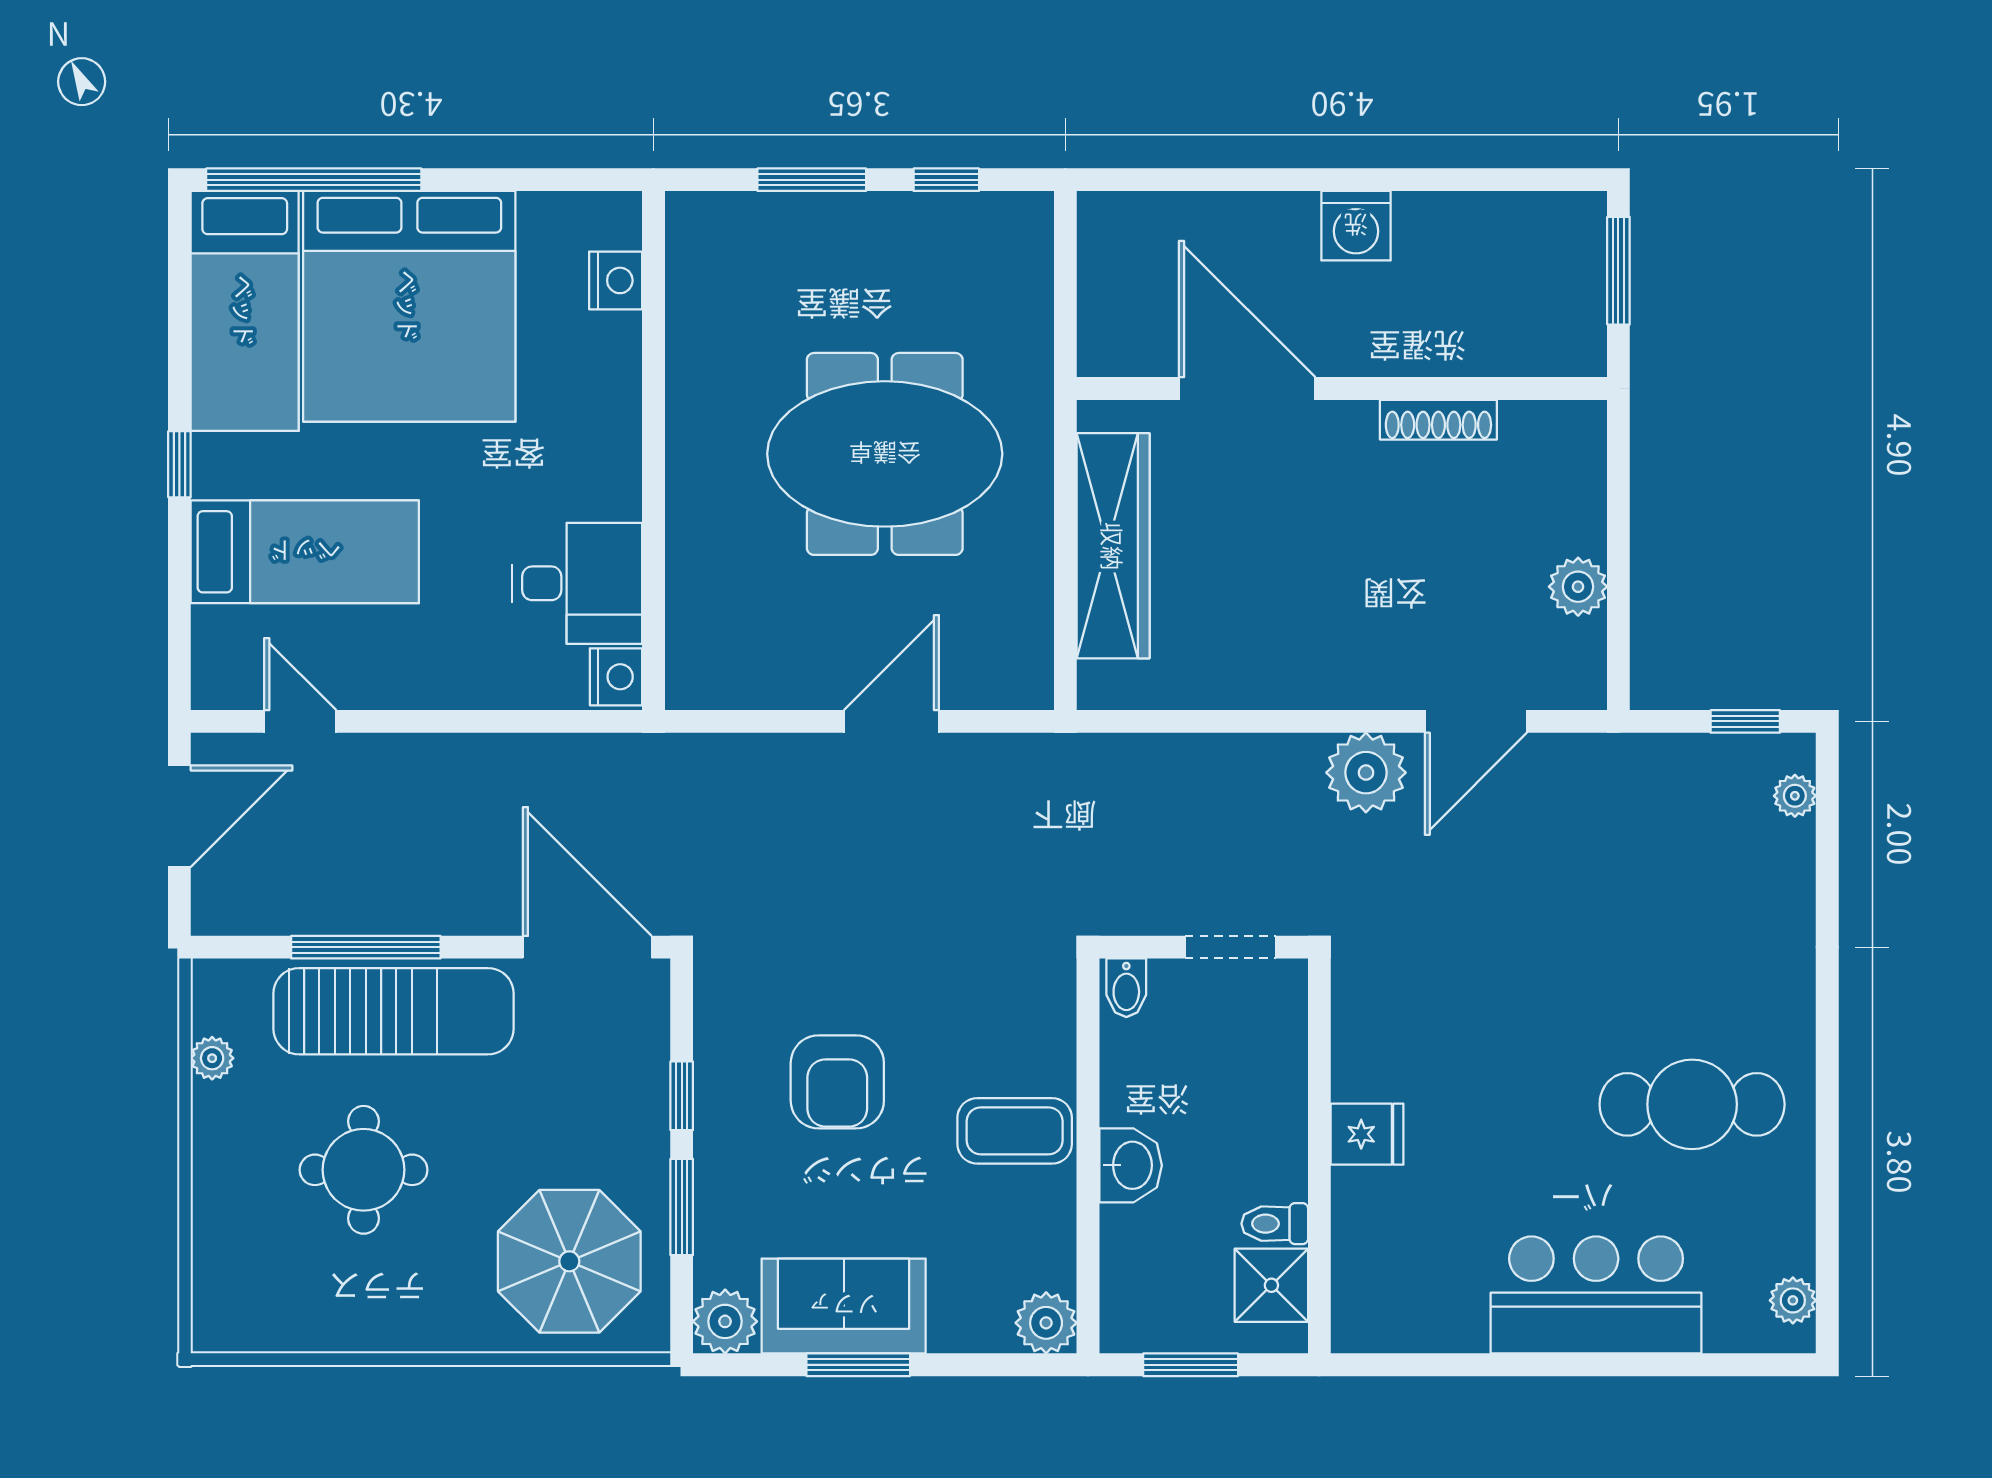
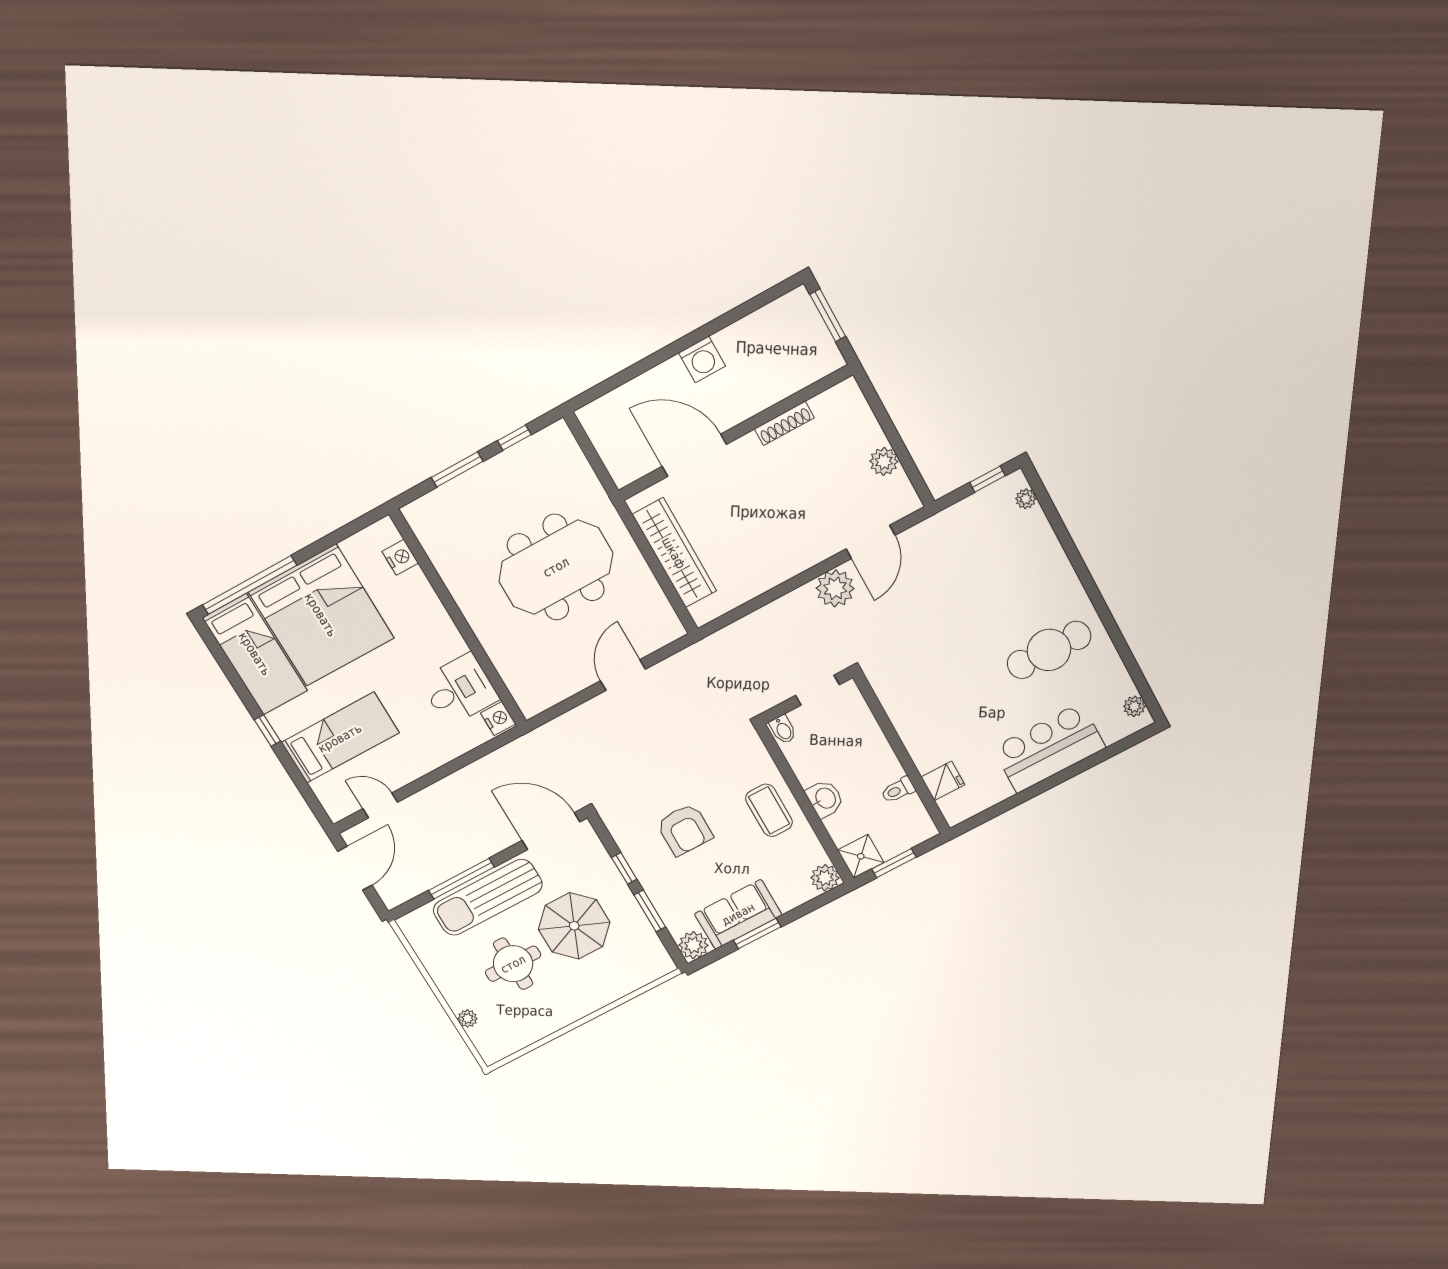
sun lounger: (394, 1011) -> (488, 897), turned 180
plant: (212, 1058) -> (468, 1018), moved
coffee table: (1015, 1131) -> (769, 810), turned 90
fridge: (1367, 1134) -> (943, 781), moved
parasol: (569, 1261) -> (574, 926), moved
shower: (1271, 1285) -> (861, 856), moved

